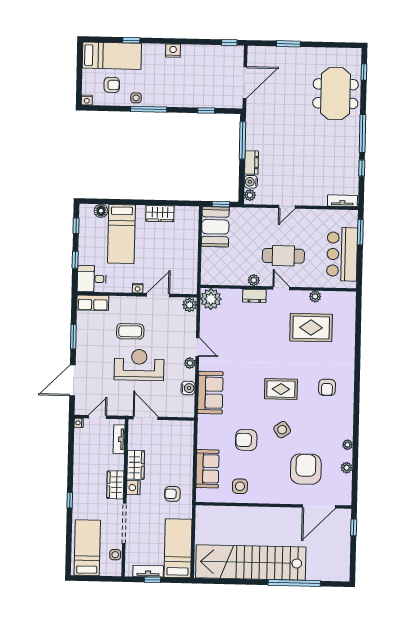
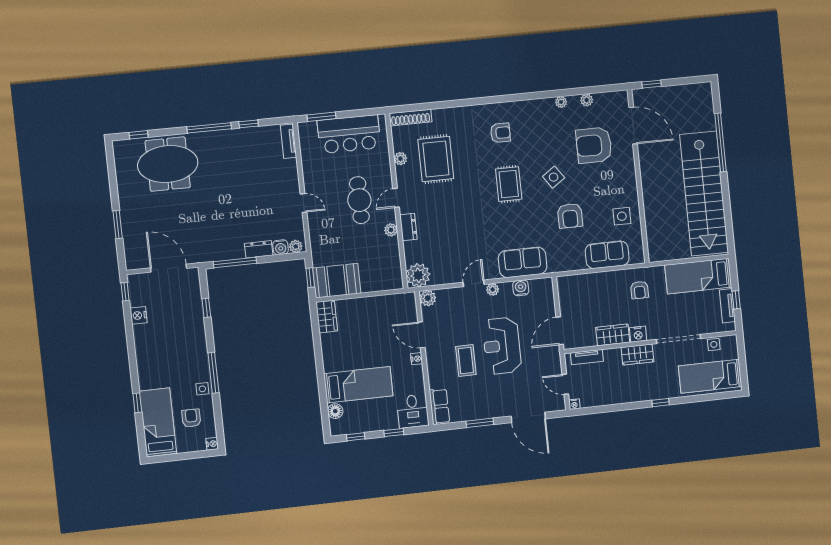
nightstand: (173, 51) -> (139, 315), moved
wardrobe: (160, 214) -> (327, 317), moved
shoe rack: (350, 310) -> (410, 118), added

